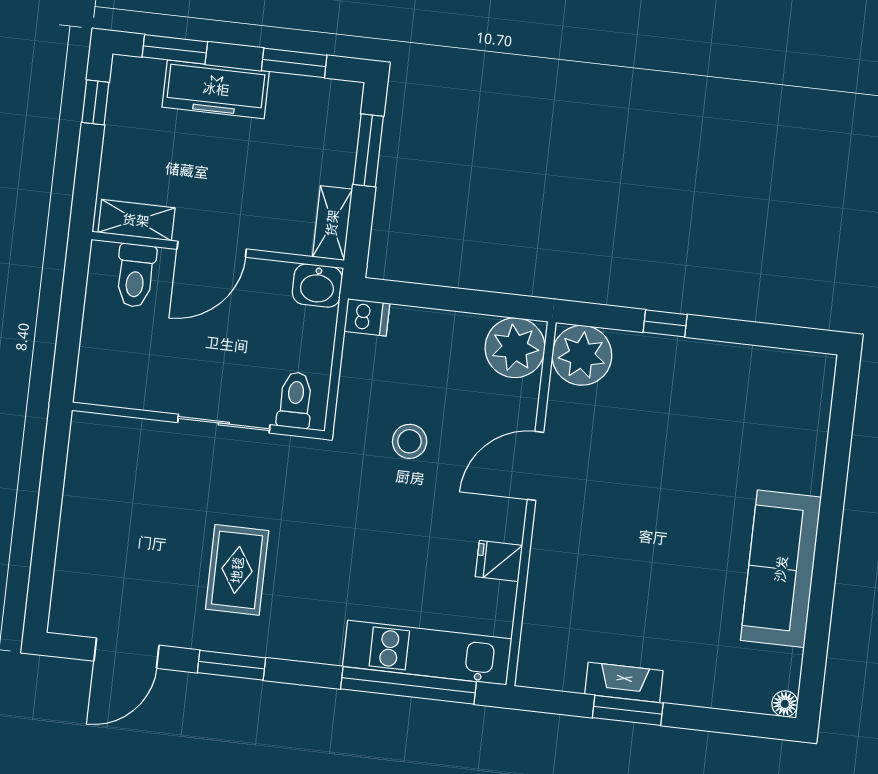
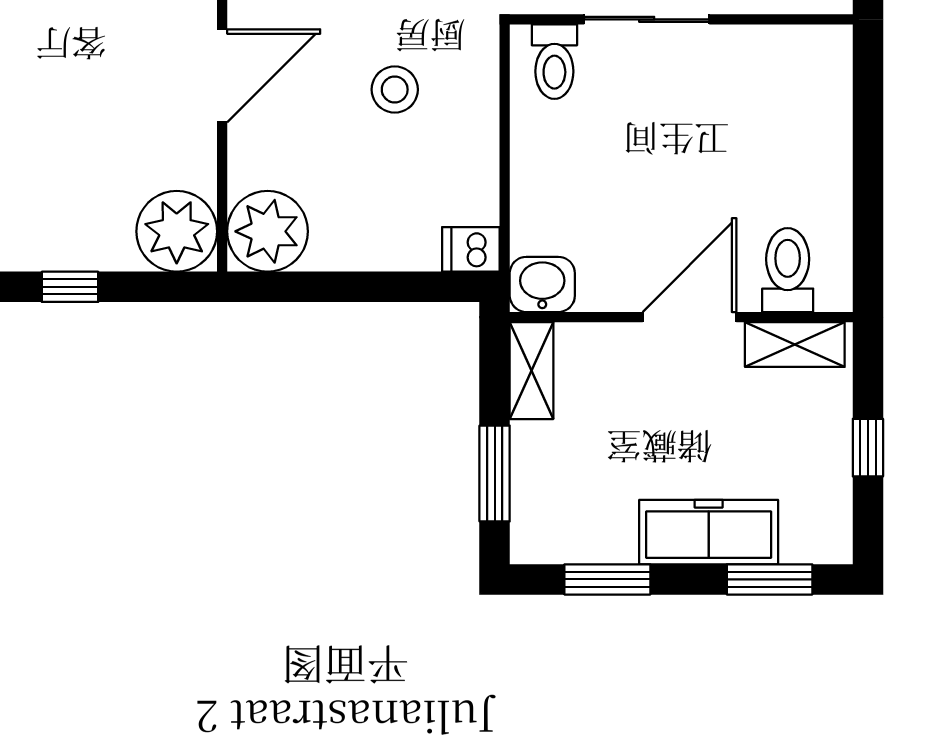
window: (95, 102) -> (868, 448), moved
toilet: (295, 400) -> (554, 62), moved
wall: (198, 421) -> (681, 19), moved
sliding door: (224, 424) -> (647, 19), moved

